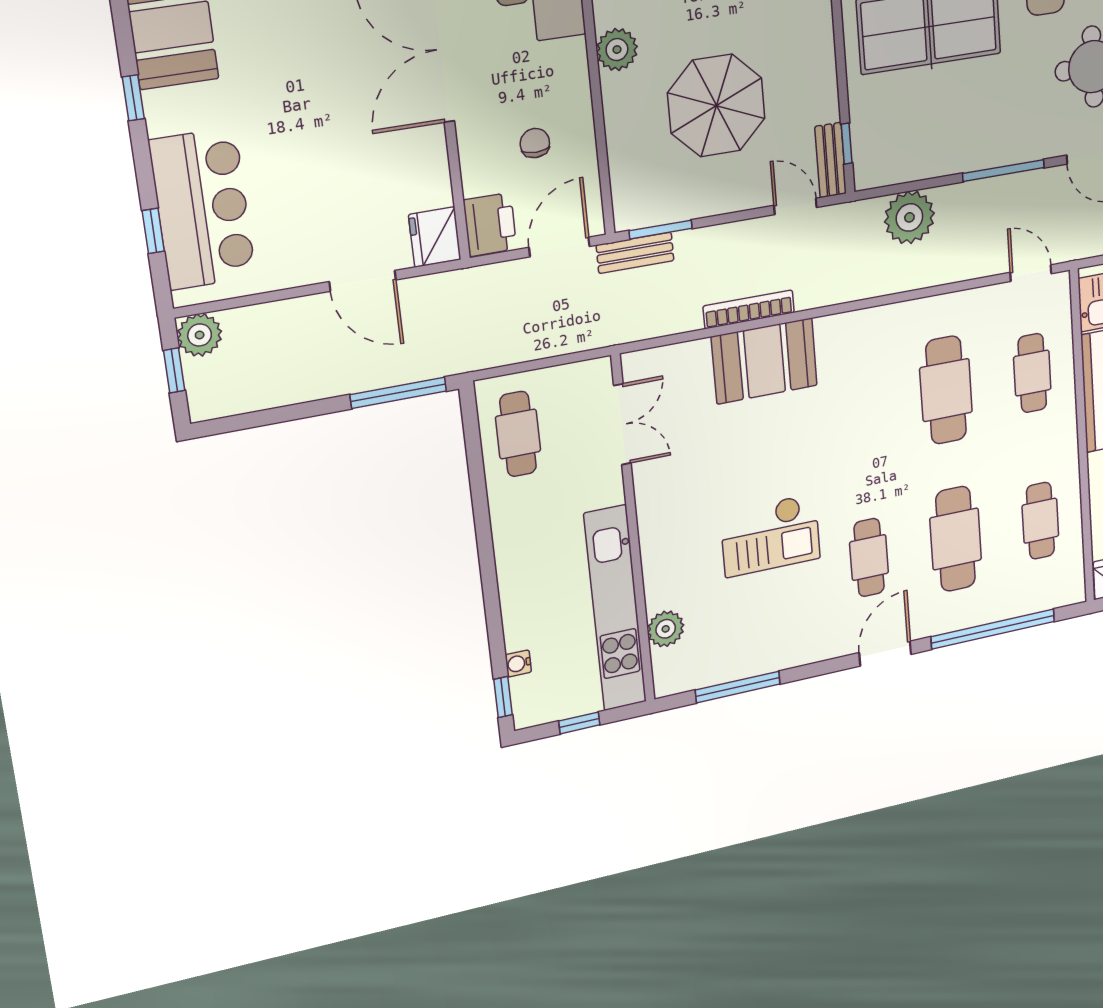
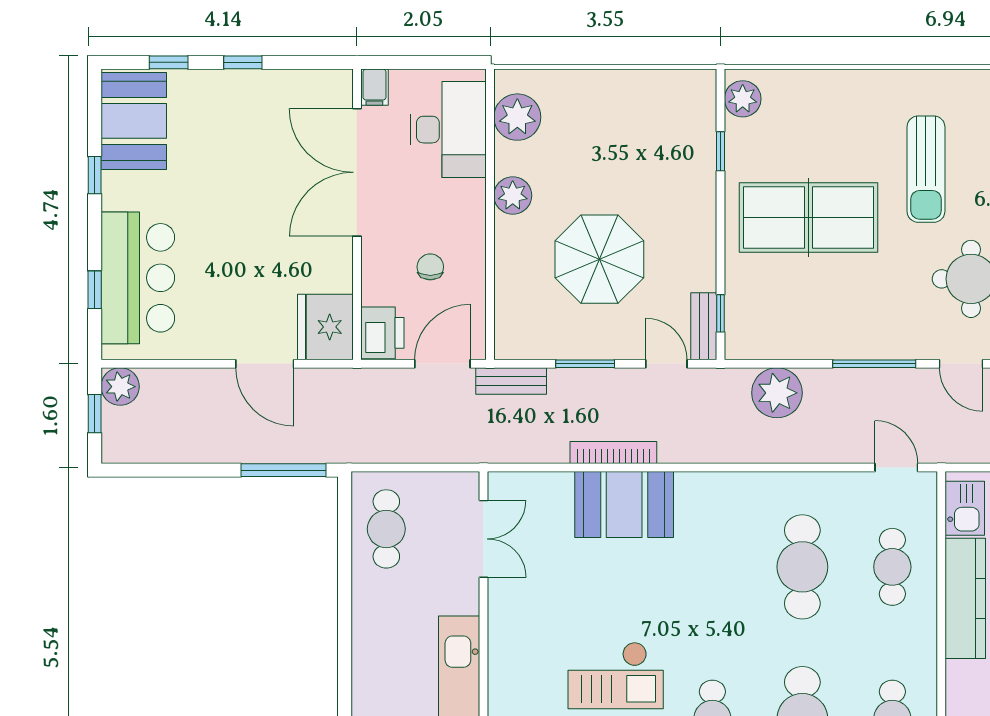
window: (661, 230) -> (585, 364), moved
fridge: (435, 237) -> (325, 327), width x1.36, depth x1.34

